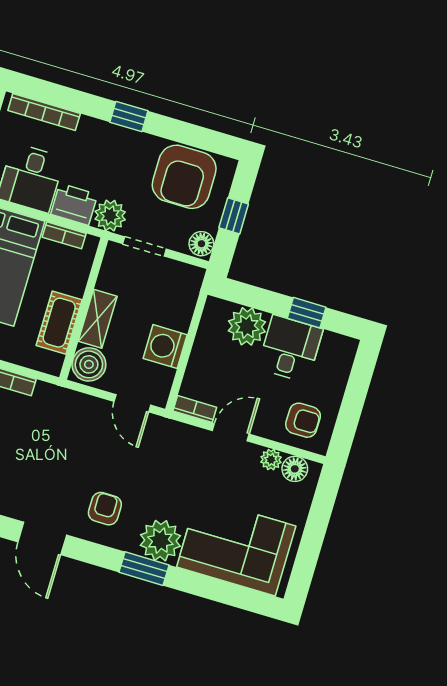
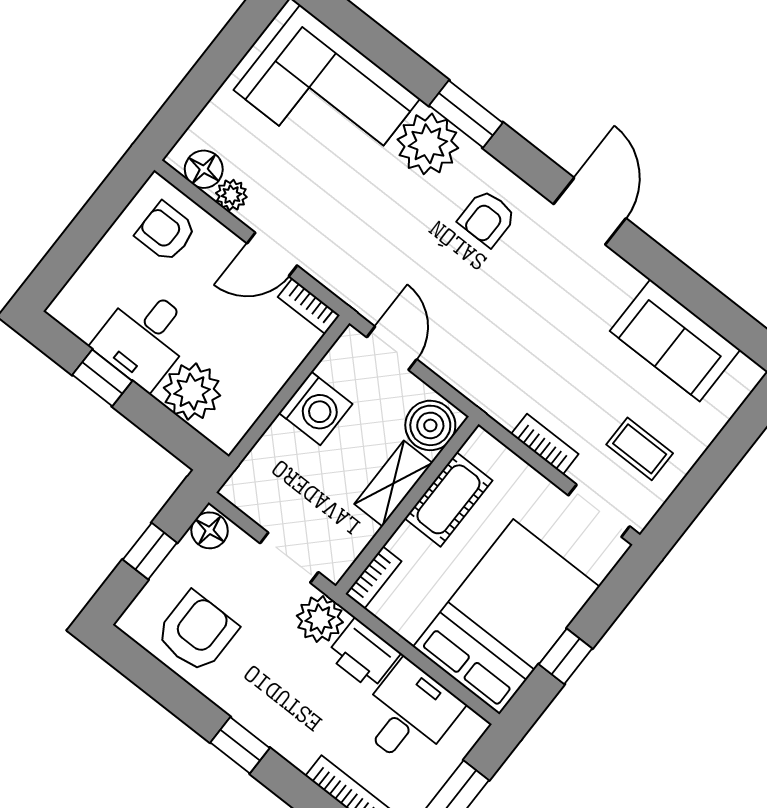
armchair: (184, 177) -> (197, 632), width x0.73, depth x0.73
bookcase: (64, 235) -> (373, 578), moved, turned 90

